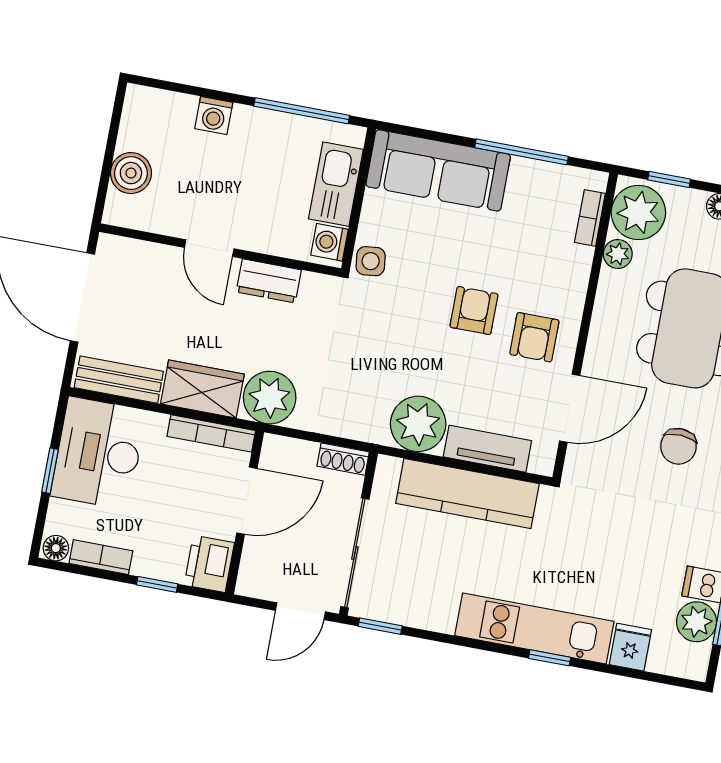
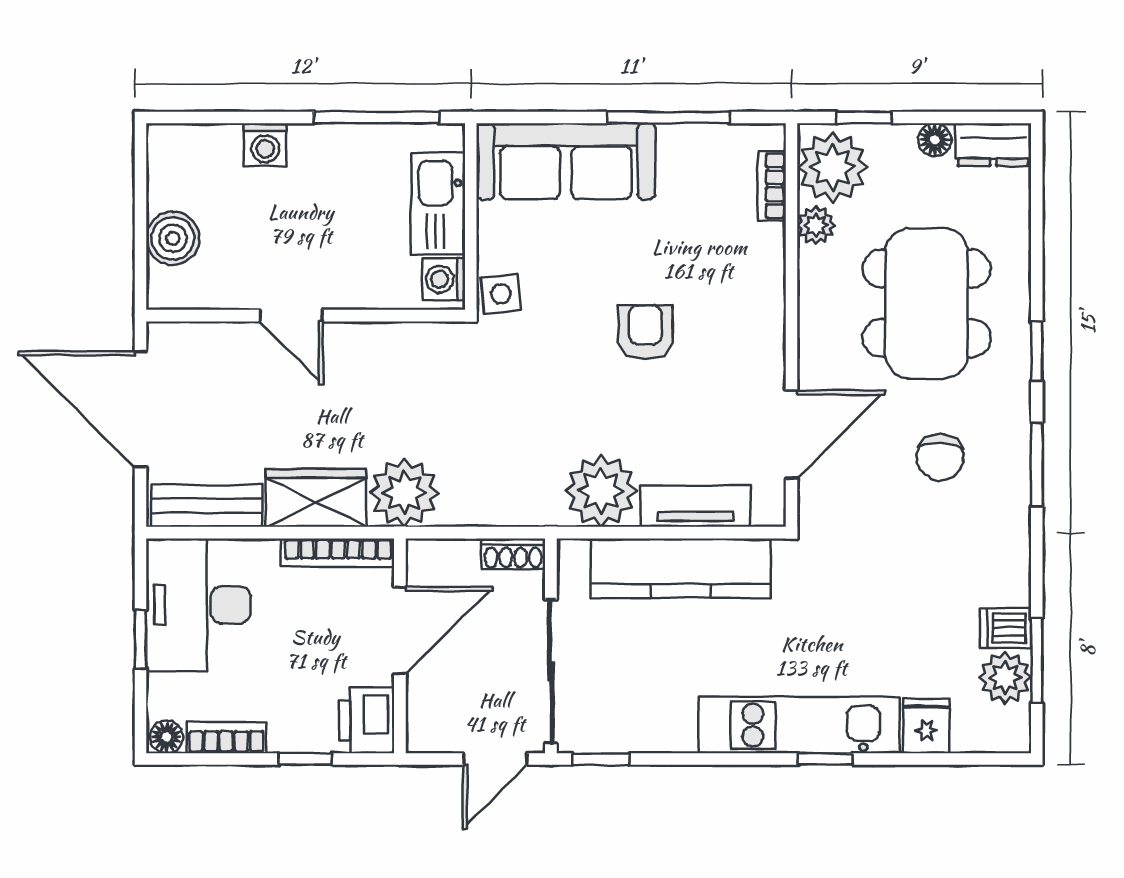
dresser: (269, 281) -> (375, 343), removed
armchair: (534, 337) -> (729, 352), removed

